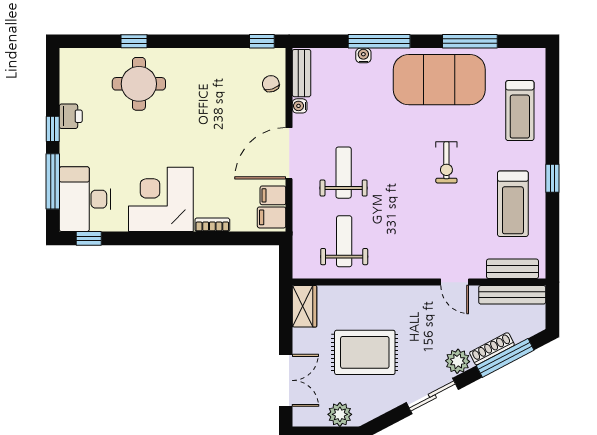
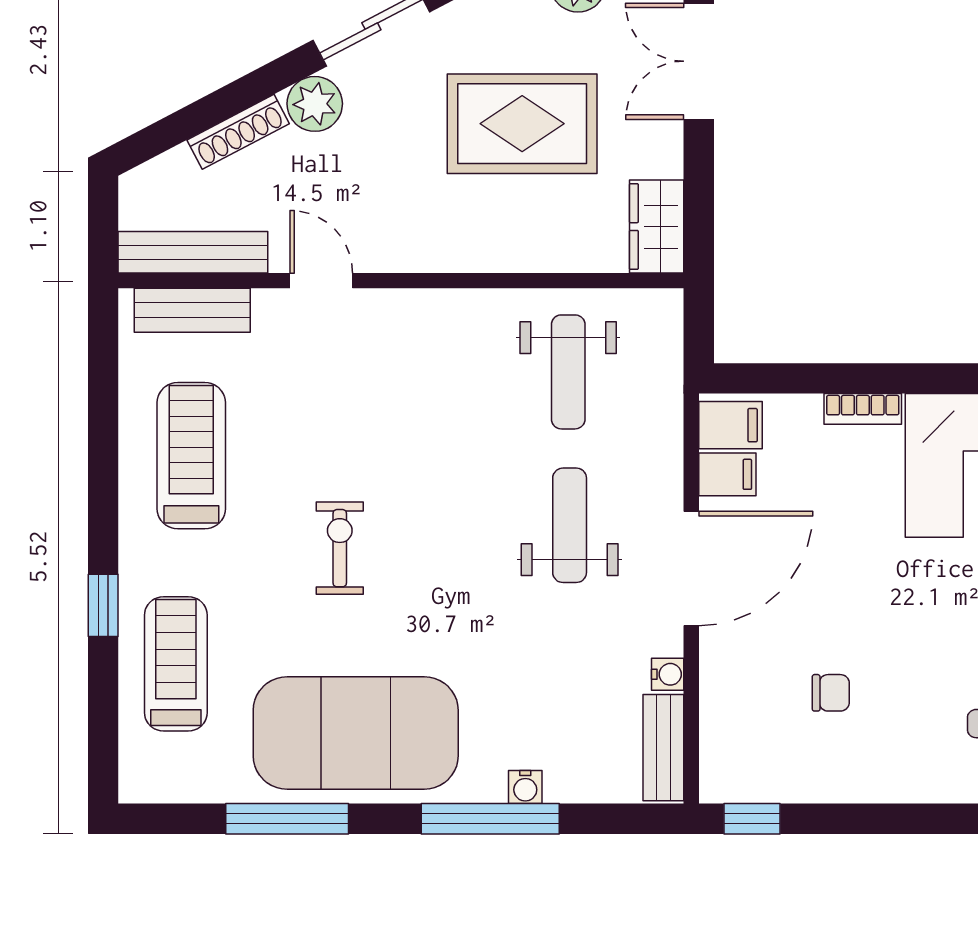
chair: (271, 84) -> (831, 693), moved, turned -73
weight bench: (344, 173) -> (570, 525), turned 180
window: (552, 178) -> (103, 605), moved
window: (505, 358) -> (209, 111), removed

